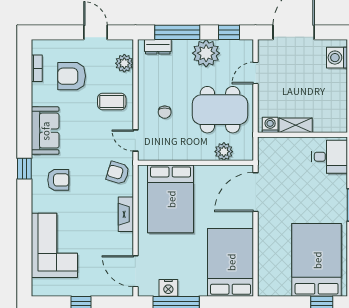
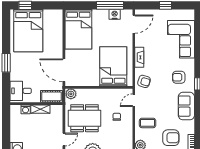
washing machine: (270, 125) -> (26, 109), moved
door: (135, 141) -> (134, 100), swing flipped
cot: (277, 147) -> (51, 96), added
plant: (224, 152) -> (71, 94), moved
door: (256, 192) -> (64, 70), swing flipped
door: (135, 271) -> (134, 24), hinge flipped

